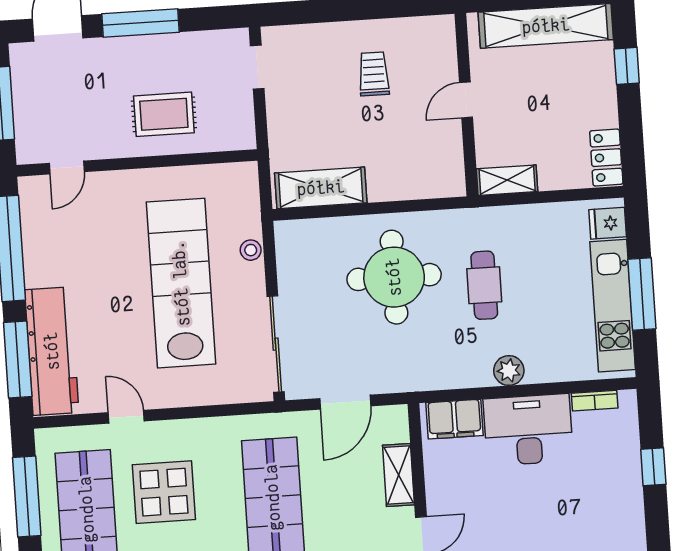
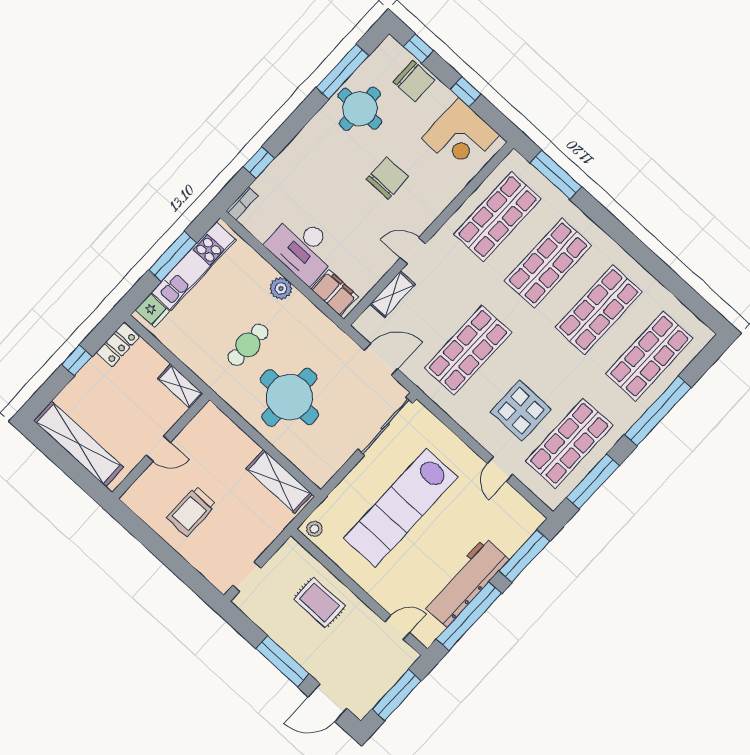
window: (627, 66) -> (77, 360), moved
trolley: (374, 74) -> (191, 511), width x1.36, depth x1.39
stool: (251, 250) -> (314, 529), moved
workbench: (52, 351) -> (466, 582), moved
bookcase: (595, 401) -> (242, 203), moved, turned 90

